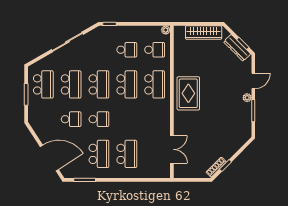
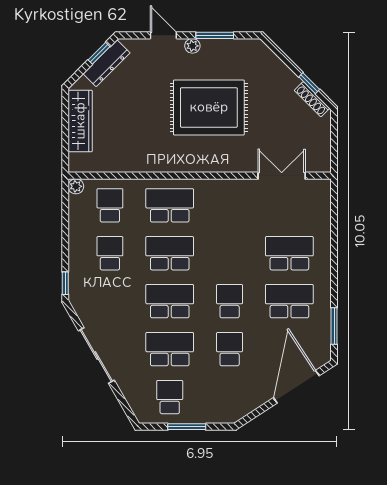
school desk: (43, 84) -> (170, 397), width x0.54
rug: (188, 93) -> (209, 107), moved, width x1.37, depth x1.44

